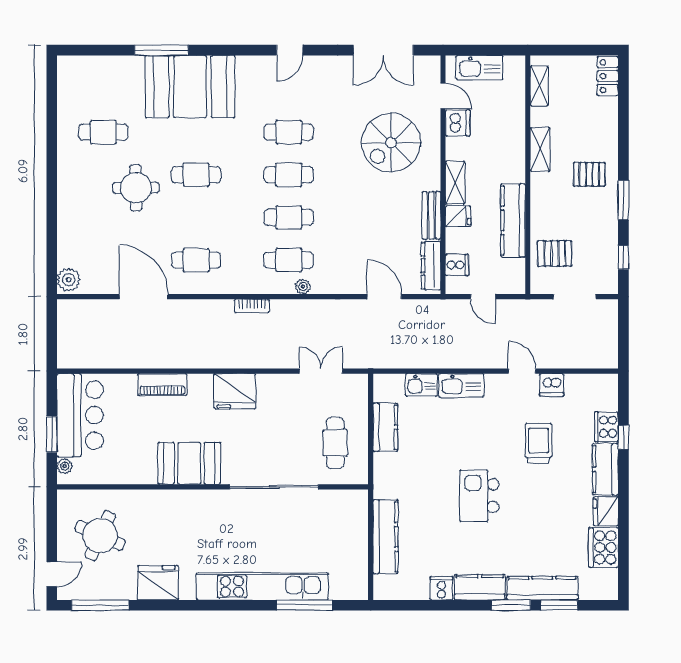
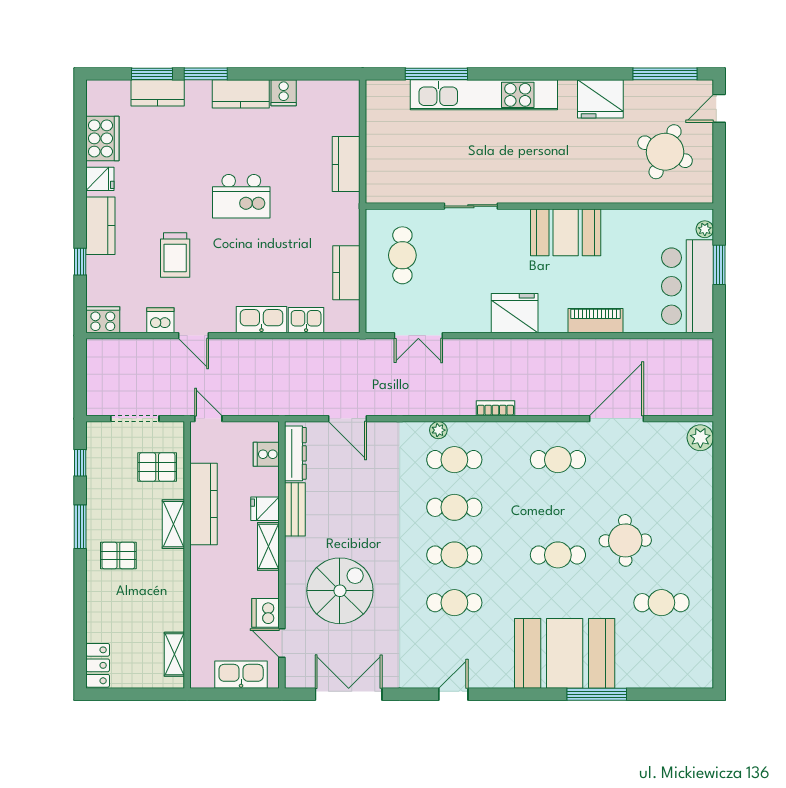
shelving: (540, 149) -> (173, 524), moved
door: (144, 297) -> (616, 419), swing flipped
door: (483, 297) -> (208, 419), moved
cooker: (607, 427) -> (103, 320), moved, turned -90
sliding door: (274, 487) -> (471, 206), width x0.54
kitchen island: (479, 496) -> (241, 196), turned 90
fridge: (606, 511) -> (100, 179), width x0.72
kitchen counter: (386, 537) -> (346, 164), width x0.67
kitchen counter: (542, 588) -> (158, 93), width x0.67

